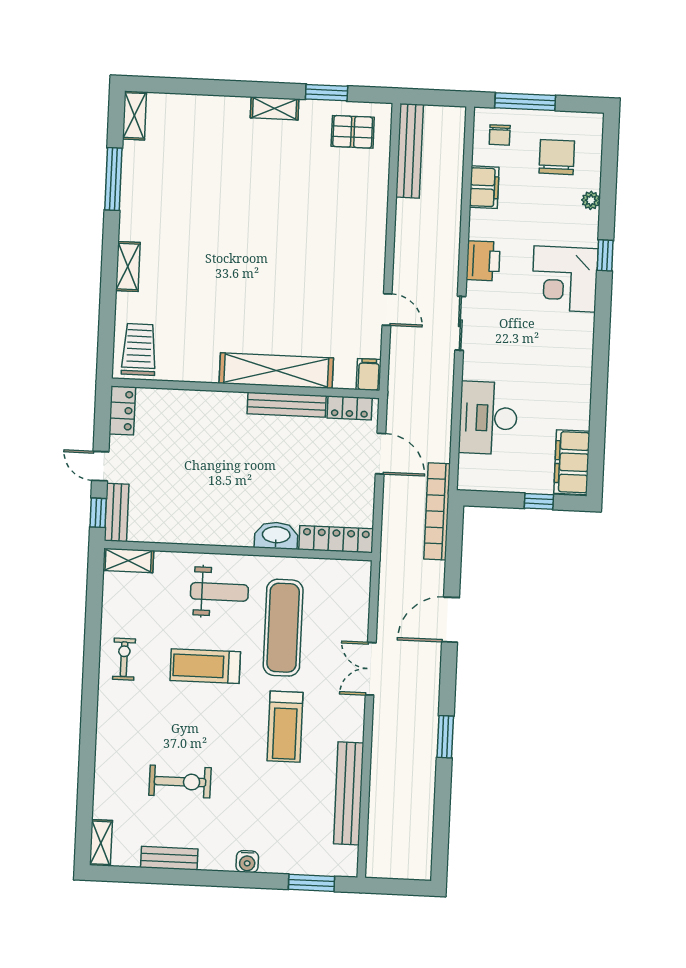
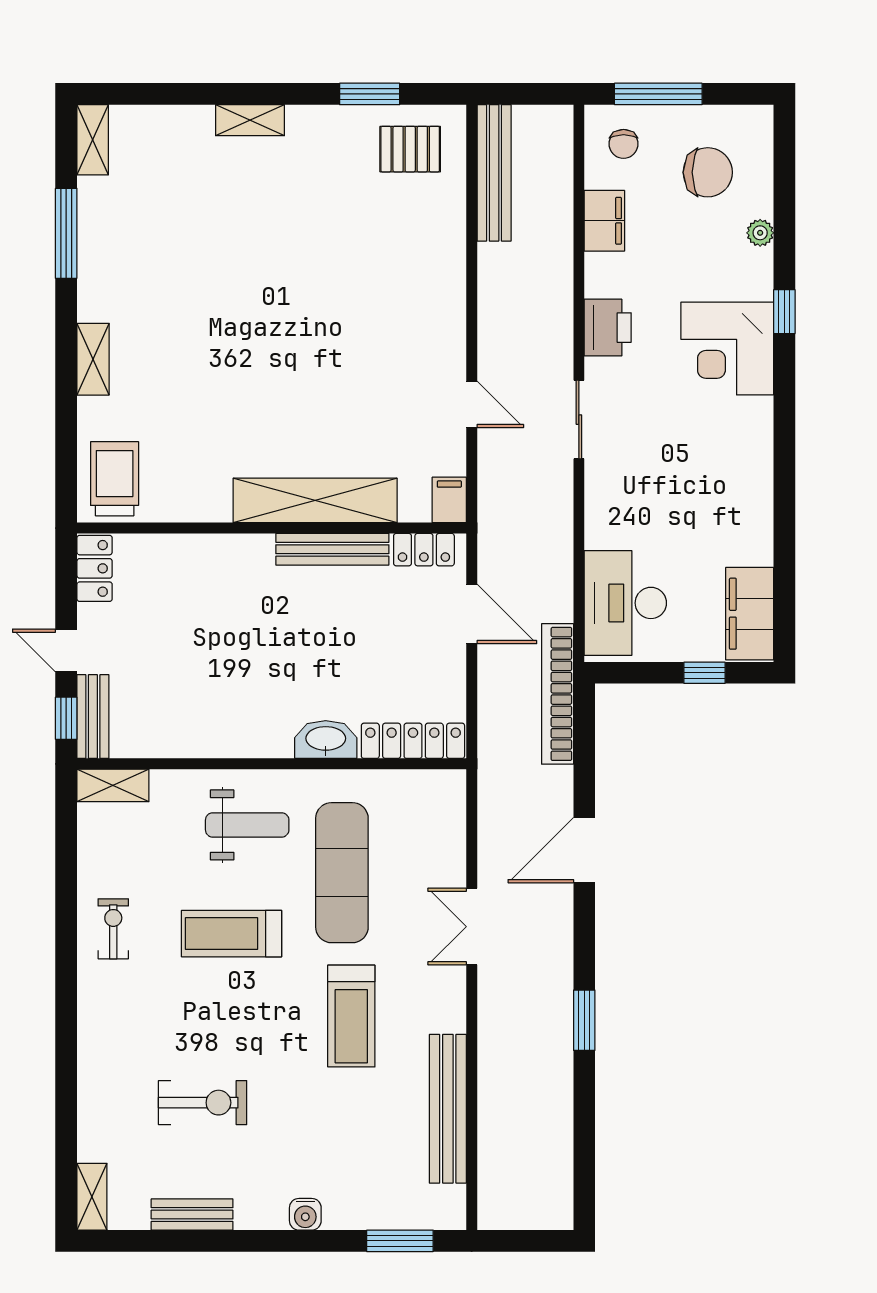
shelving: (275, 108) -> (250, 120), moved
chair: (557, 157) -> (708, 172), turned 90
desk: (488, 418) -> (625, 603), moved

